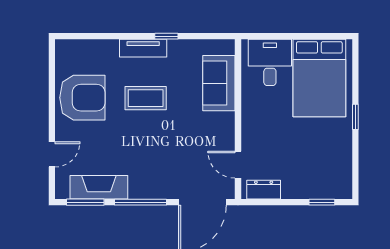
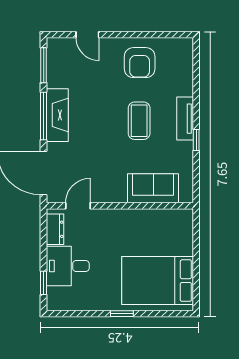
desk: (270, 62) -> (68, 266), moved, turned 180
armchair: (82, 98) -> (140, 63), width x0.73, depth x0.73
fireplace: (99, 187) -> (57, 115), moved

